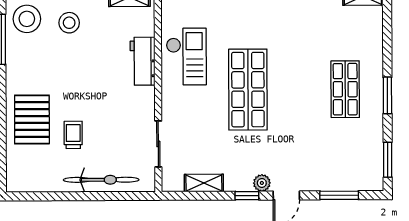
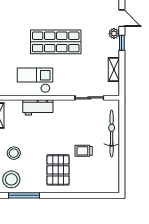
pallet: (32, 120) -> (58, 170), moved, turned 90

